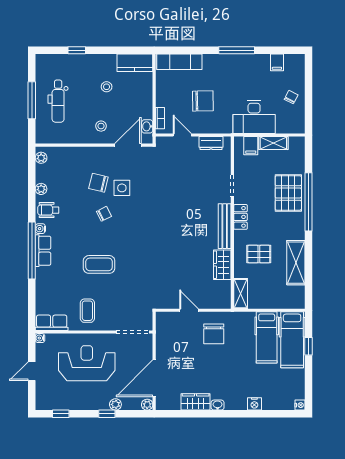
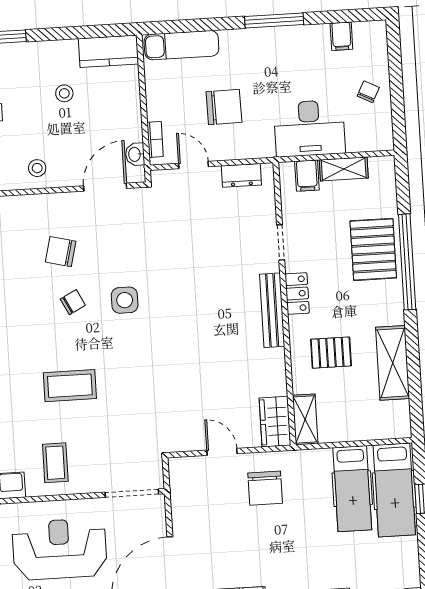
stool: (101, 126) -> (37, 168), moved
side table: (122, 188) -> (125, 300), moved
wardrobe: (222, 265) -> (275, 422), moved

